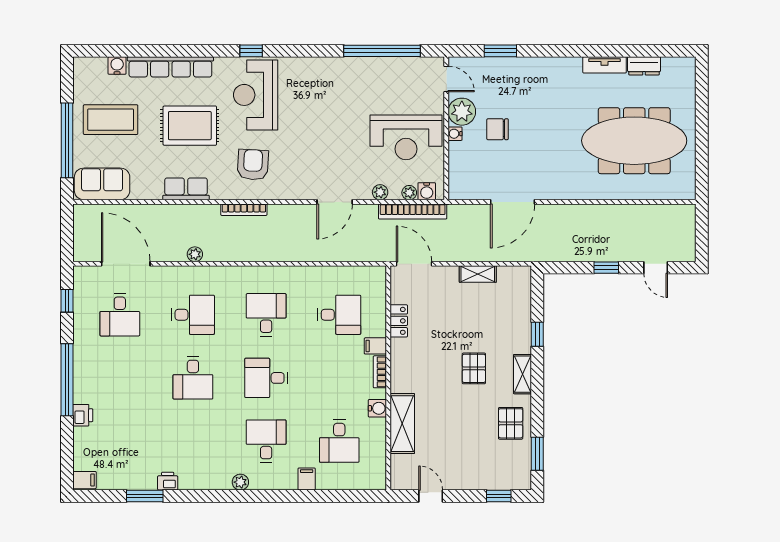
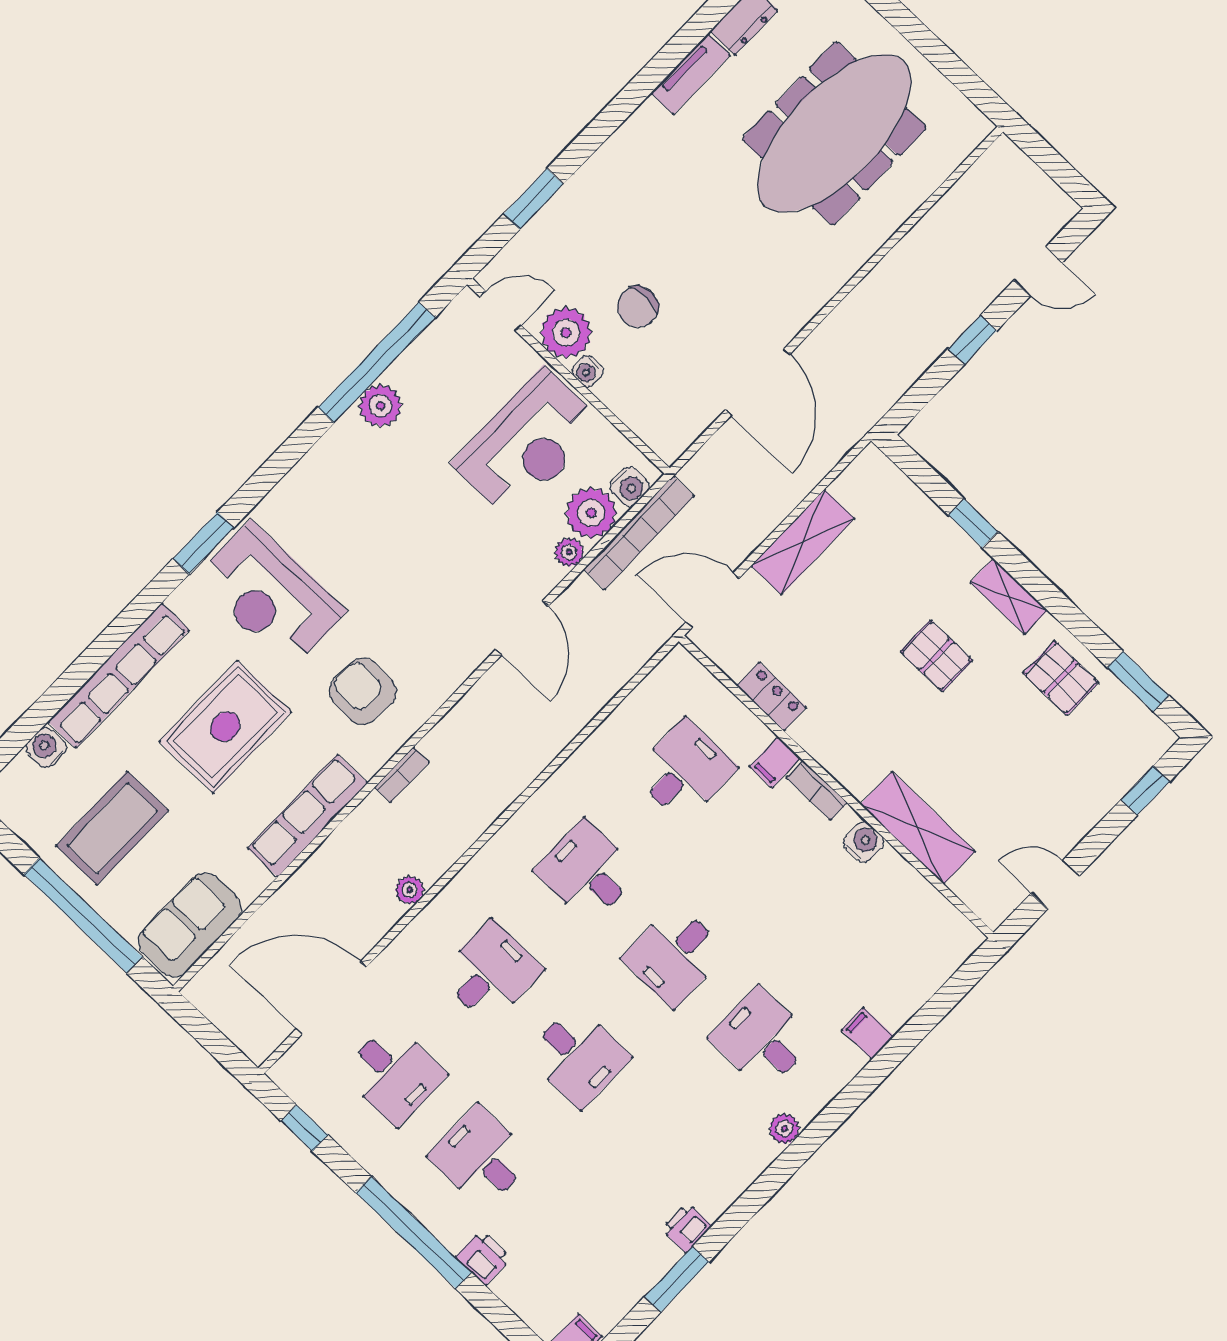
window: (251, 51) -> (203, 543), width x1.50
plant: (367, 68) -> (380, 406), added
row of seats: (186, 189) -> (308, 816), width x1.48
plant: (409, 193) -> (591, 513), width x1.88, depth x1.88
bookcase: (244, 210) -> (402, 775), width x0.64
shelving: (478, 274) -> (803, 542), width x1.50, depth x1.33
desk: (339, 441) -> (481, 1157), moved, turned 180

